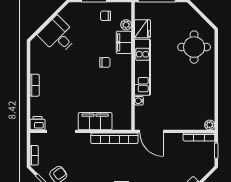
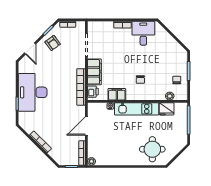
desk: (58, 35) -> (143, 33), moved, turned -45
filing cabinet: (124, 42) -> (117, 94), moved
printer: (38, 123) -> (93, 92), moved
door: (151, 131) -> (86, 126), moved

